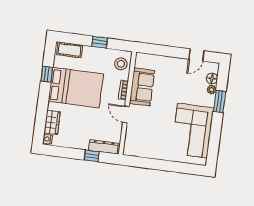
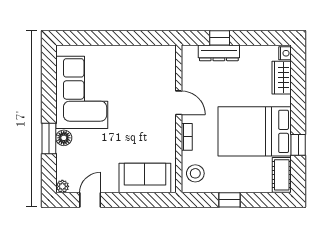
cot: (70, 50) -> (282, 175), moved, turned 90
floor lamp: (212, 79) -> (64, 138), moved
sofa: (142, 87) -> (145, 178), moved, turned 90
plant: (211, 90) -> (62, 186), moved
dresser: (103, 147) -> (219, 53), moved

